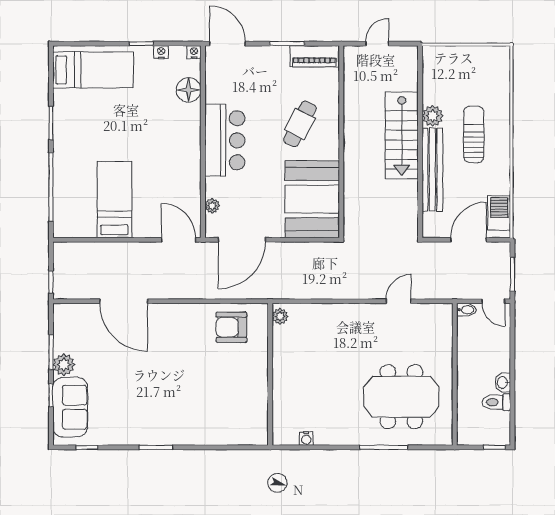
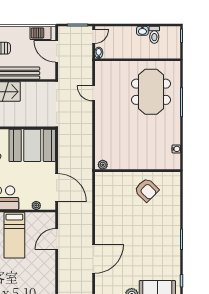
bed: (114, 200) -> (14, 235), moved, turned -90
door: (179, 240) -> (57, 239), moved
armchair: (231, 327) -> (147, 190), moved, turned -45

